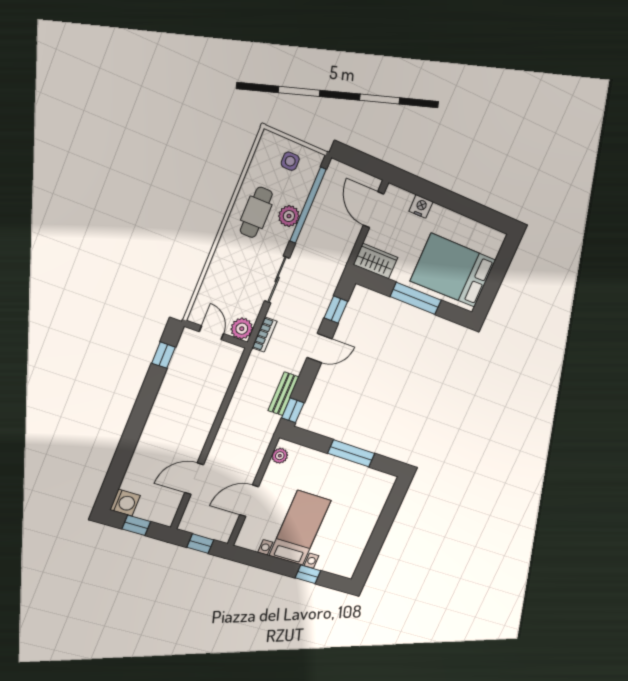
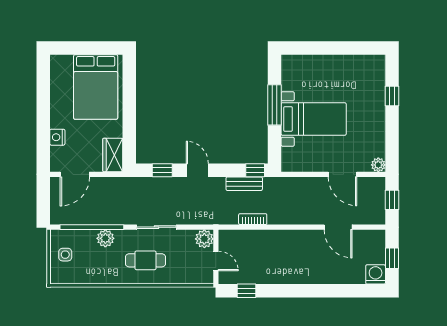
cafe table: (256, 212) -> (145, 260), moved
window: (416, 298) -> (129, 108), removed
door: (211, 333) -> (216, 261), swing flipped
bookcase: (264, 335) -> (253, 219), moved
plant: (280, 456) -> (378, 165), moved
bed with nightstands: (300, 528) -> (314, 119), moved, turned 180

